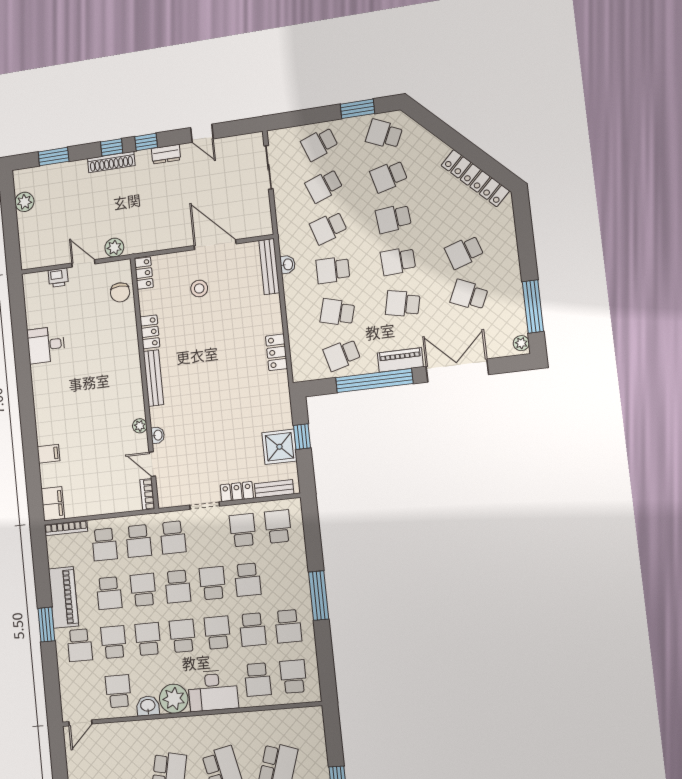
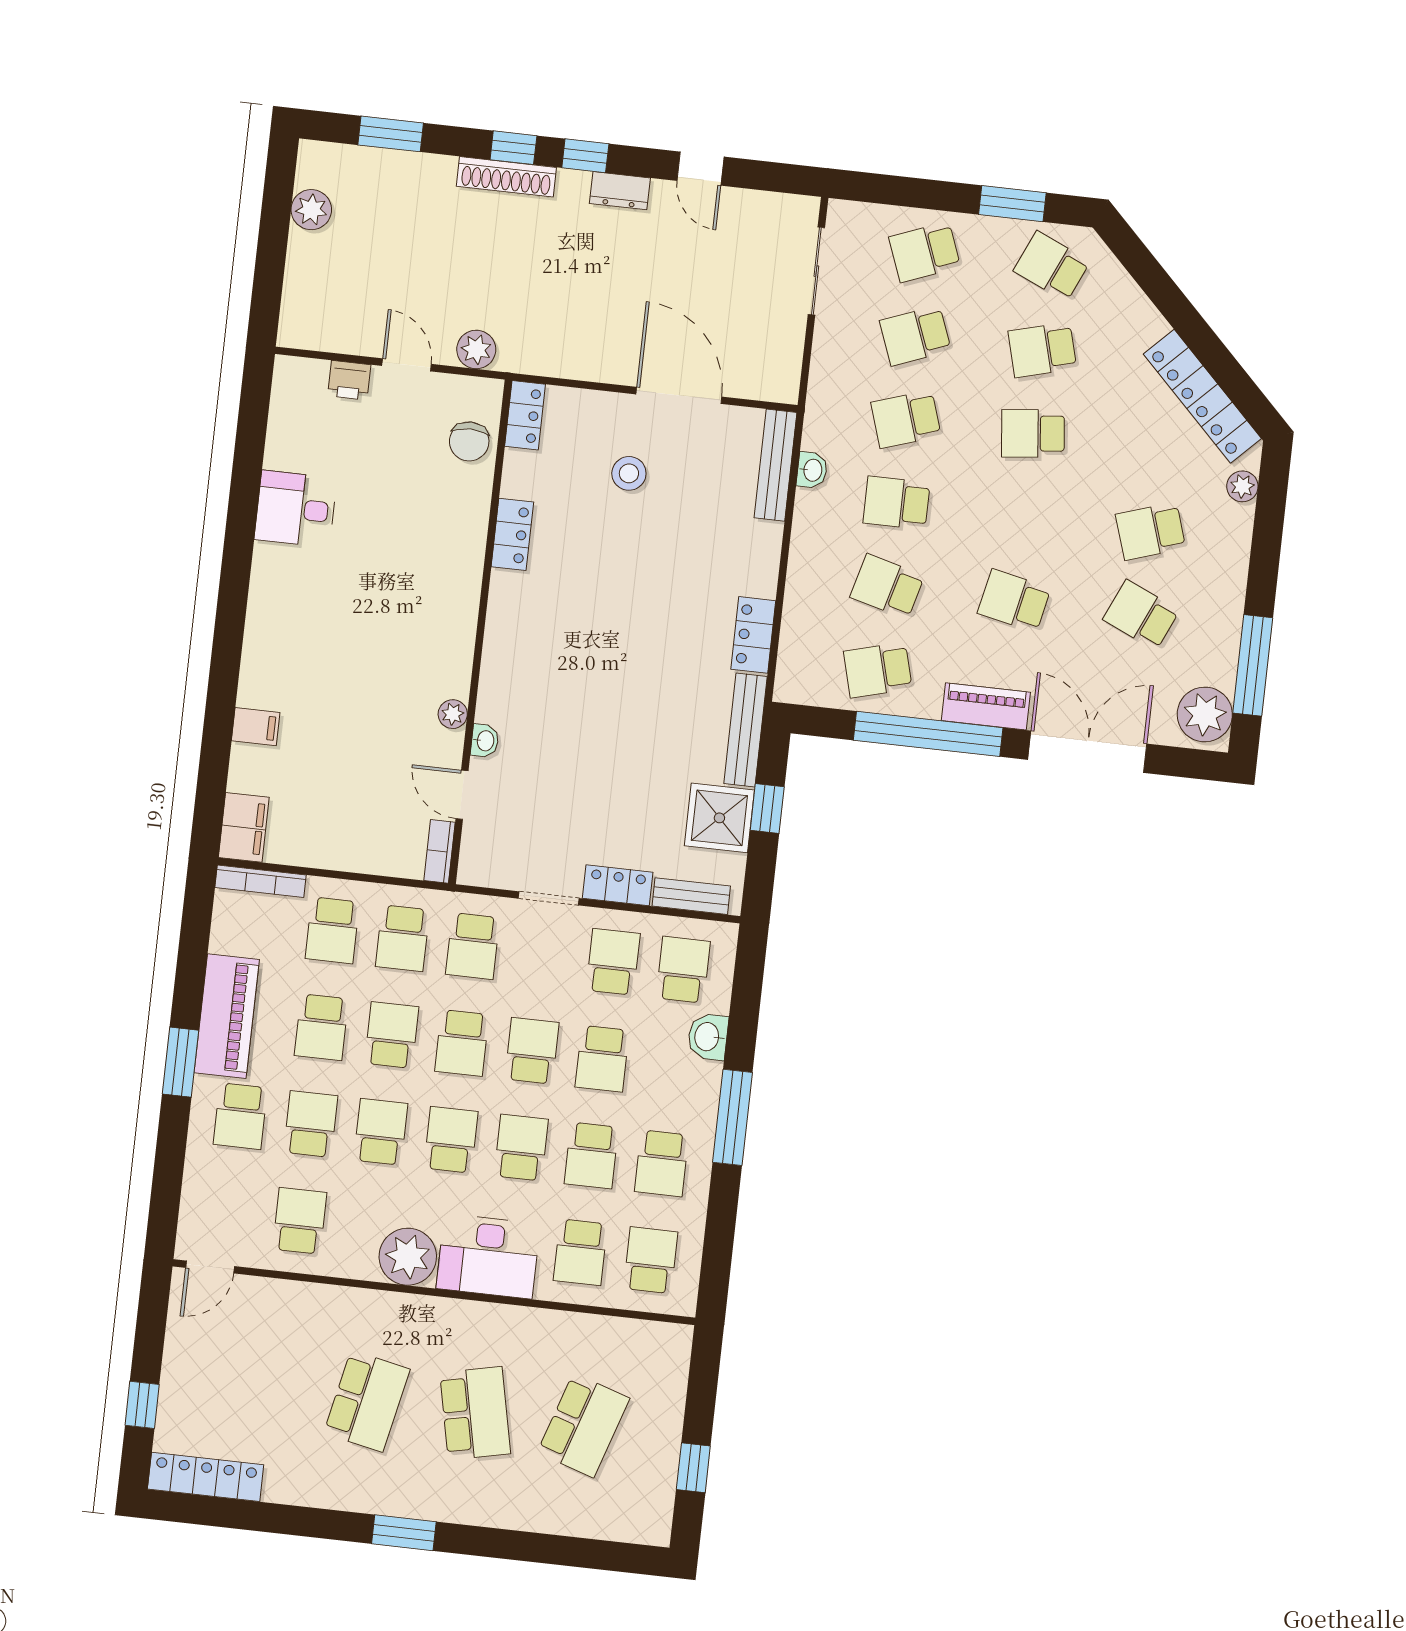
plant: (506, 218) -> (1242, 486), added
school desk: (398, 261) -> (1024, 517), removed
plant: (521, 343) -> (1205, 714), width x1.88, depth x1.88
bench: (153, 378) -> (746, 730), moved
washbasin: (148, 706) -> (708, 1037), moved, turned -90

